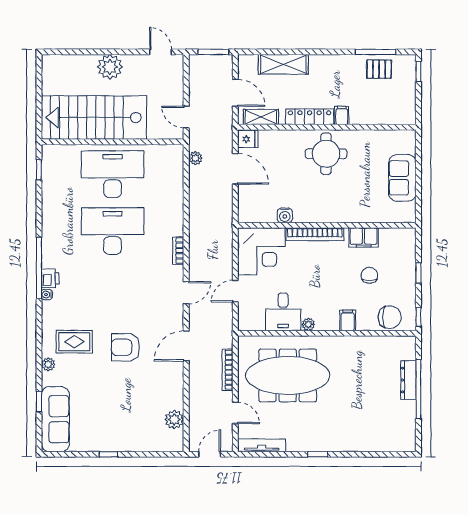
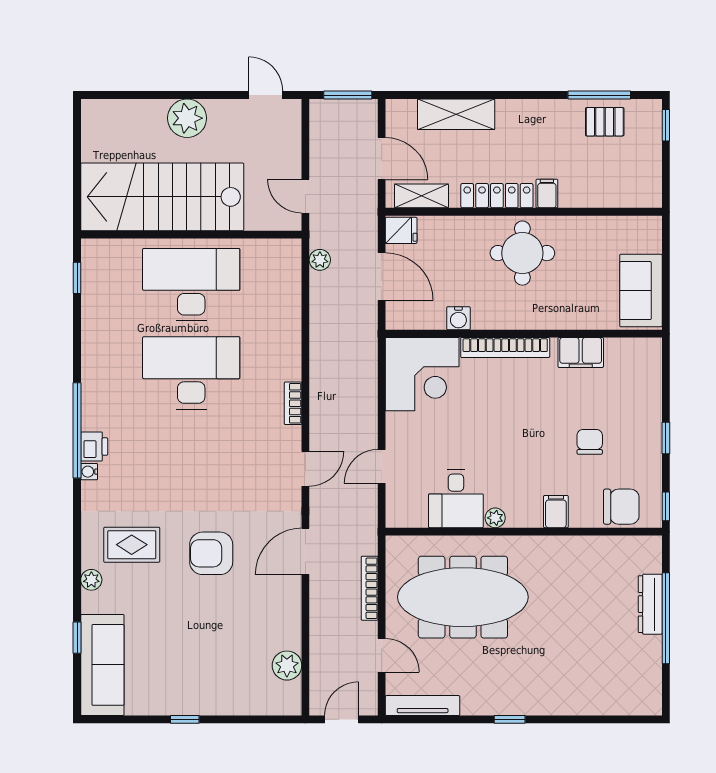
water cooler: (285, 215) -> (458, 318), moved
wall: (327, 225) -> (524, 334), moved
bookcase: (315, 234) -> (505, 348), moved
filing cabinet: (364, 237) -> (581, 352), moved
corner desk: (261, 251) -> (422, 374), moved

